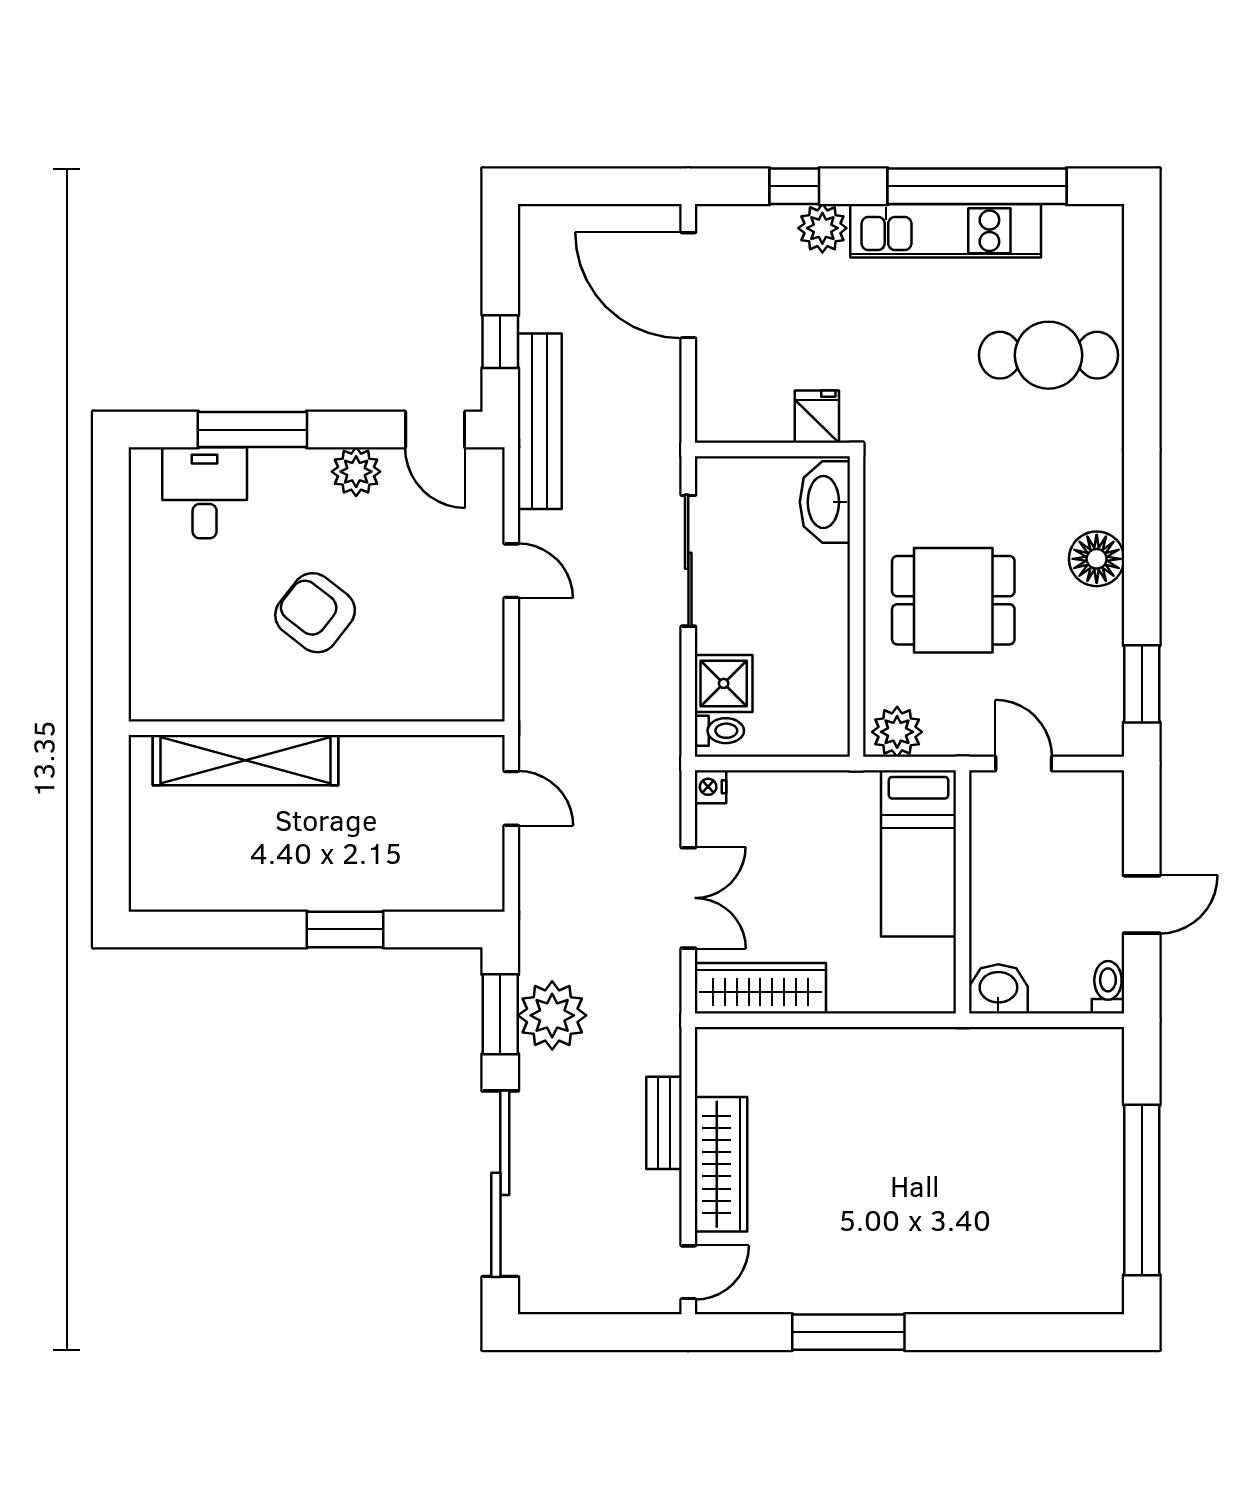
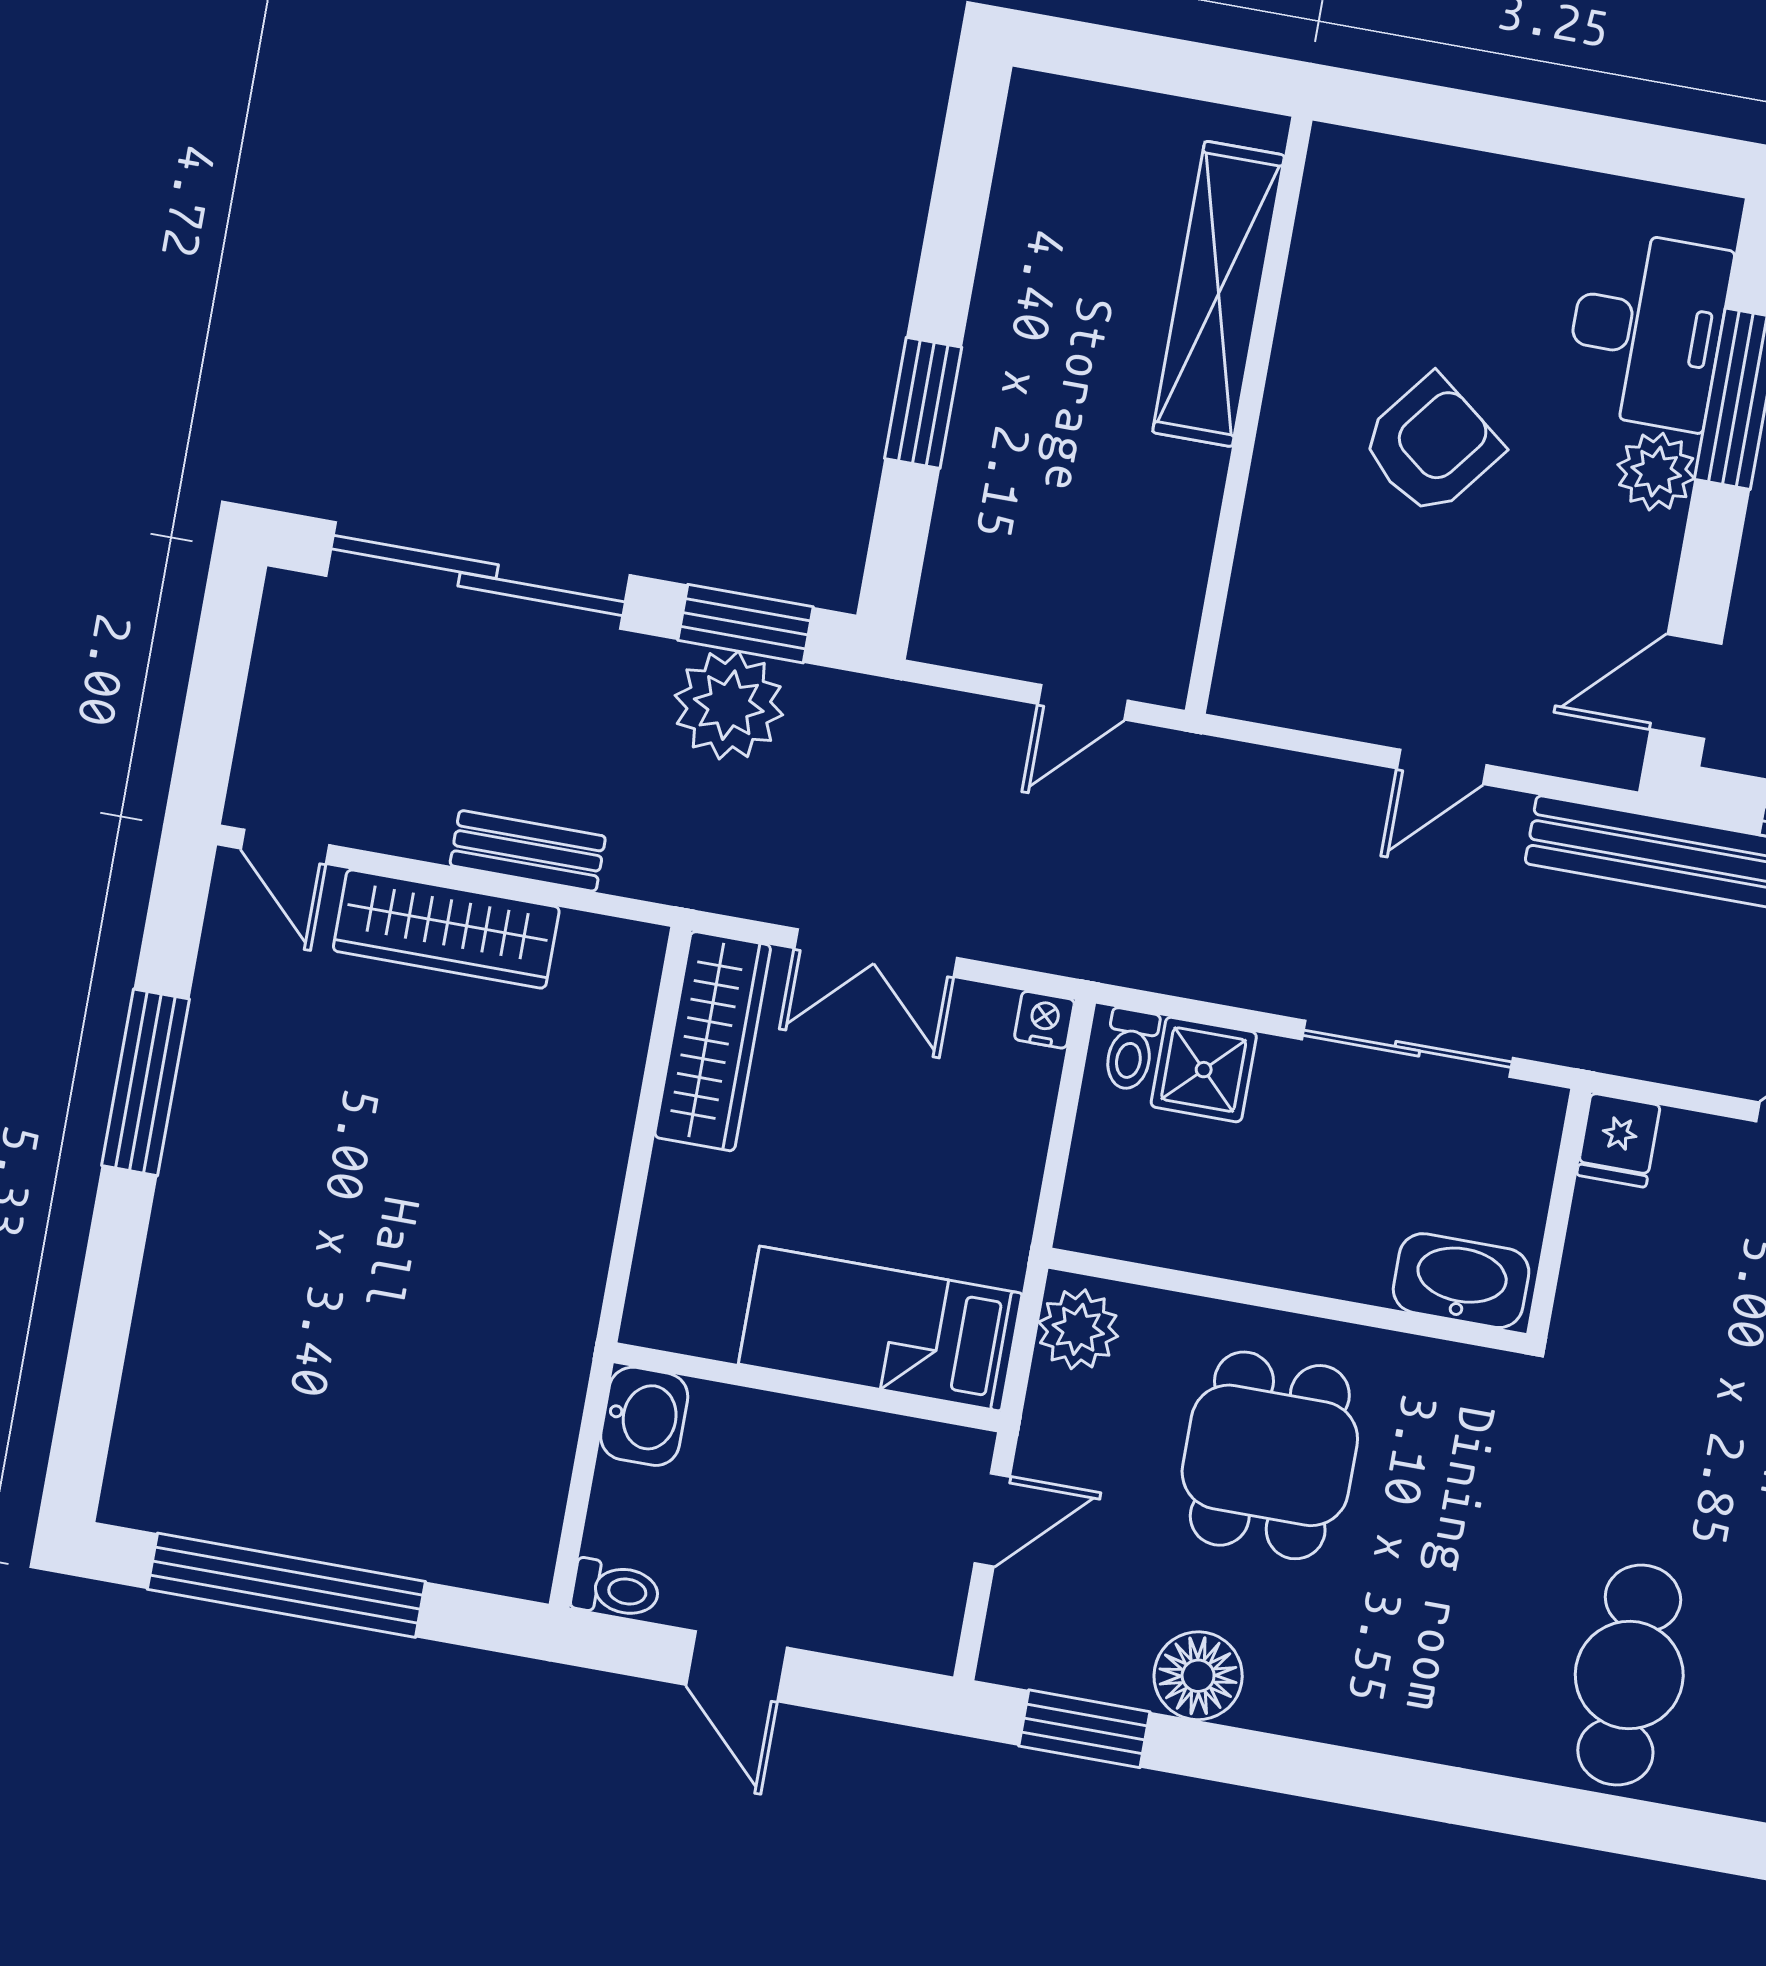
fridge: (817, 417) -> (1618, 1140), moved, turned 90
plant: (356, 472) -> (1656, 472), moved
desk: (205, 493) -> (1647, 330), width x1.37
floor lamp: (1097, 559) -> (1198, 1676), moved

